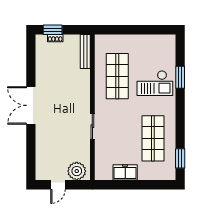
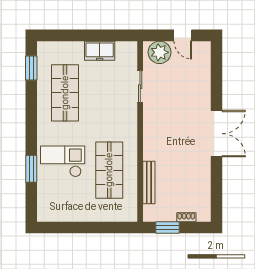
window: (53, 30) -> (167, 228), moved
bench: (85, 51) -> (149, 183), moved
sliding door: (92, 126) -> (140, 87), moved
door: (58, 185) -> (183, 35), swing flipped

